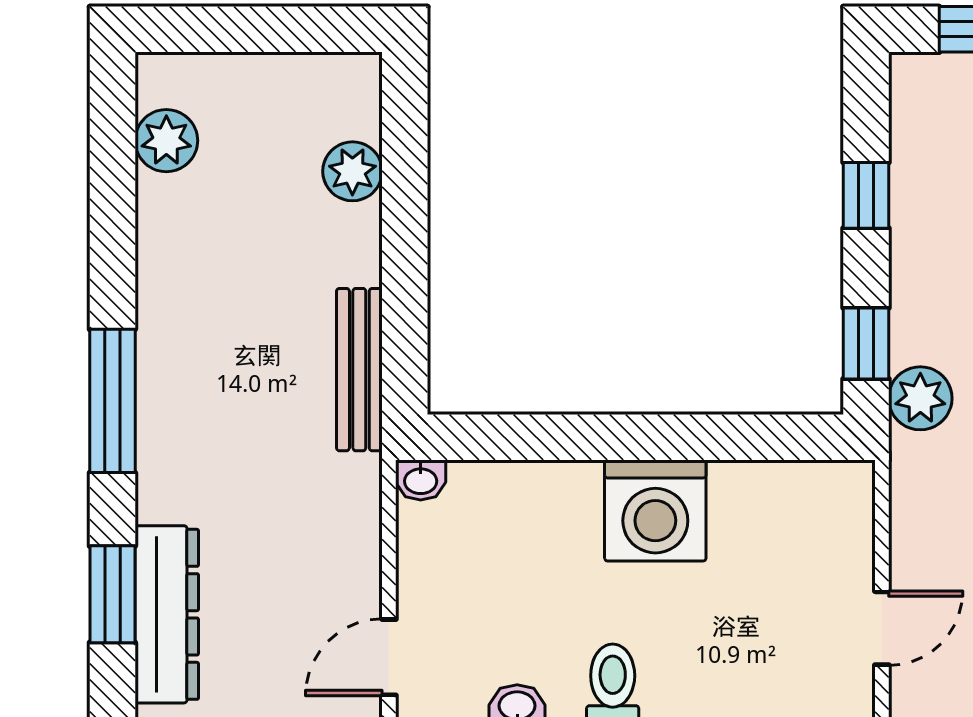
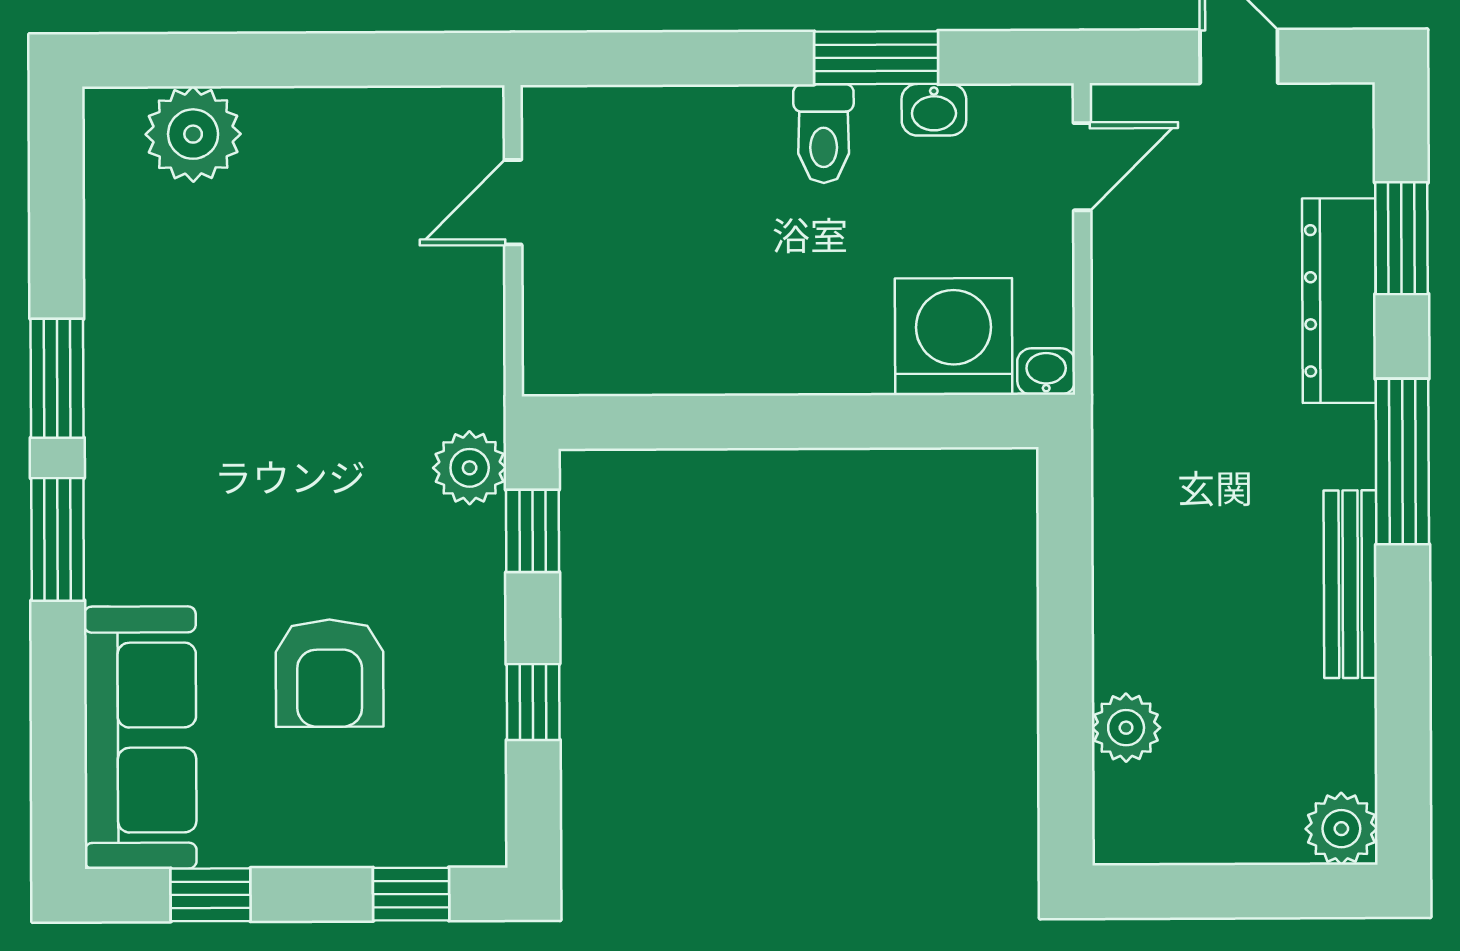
plant: (166, 141) -> (1341, 829), moved
bench: (359, 370) -> (1350, 584), moved
washing machine: (655, 510) -> (954, 337), moved
dresser: (167, 614) -> (1339, 301), moved

